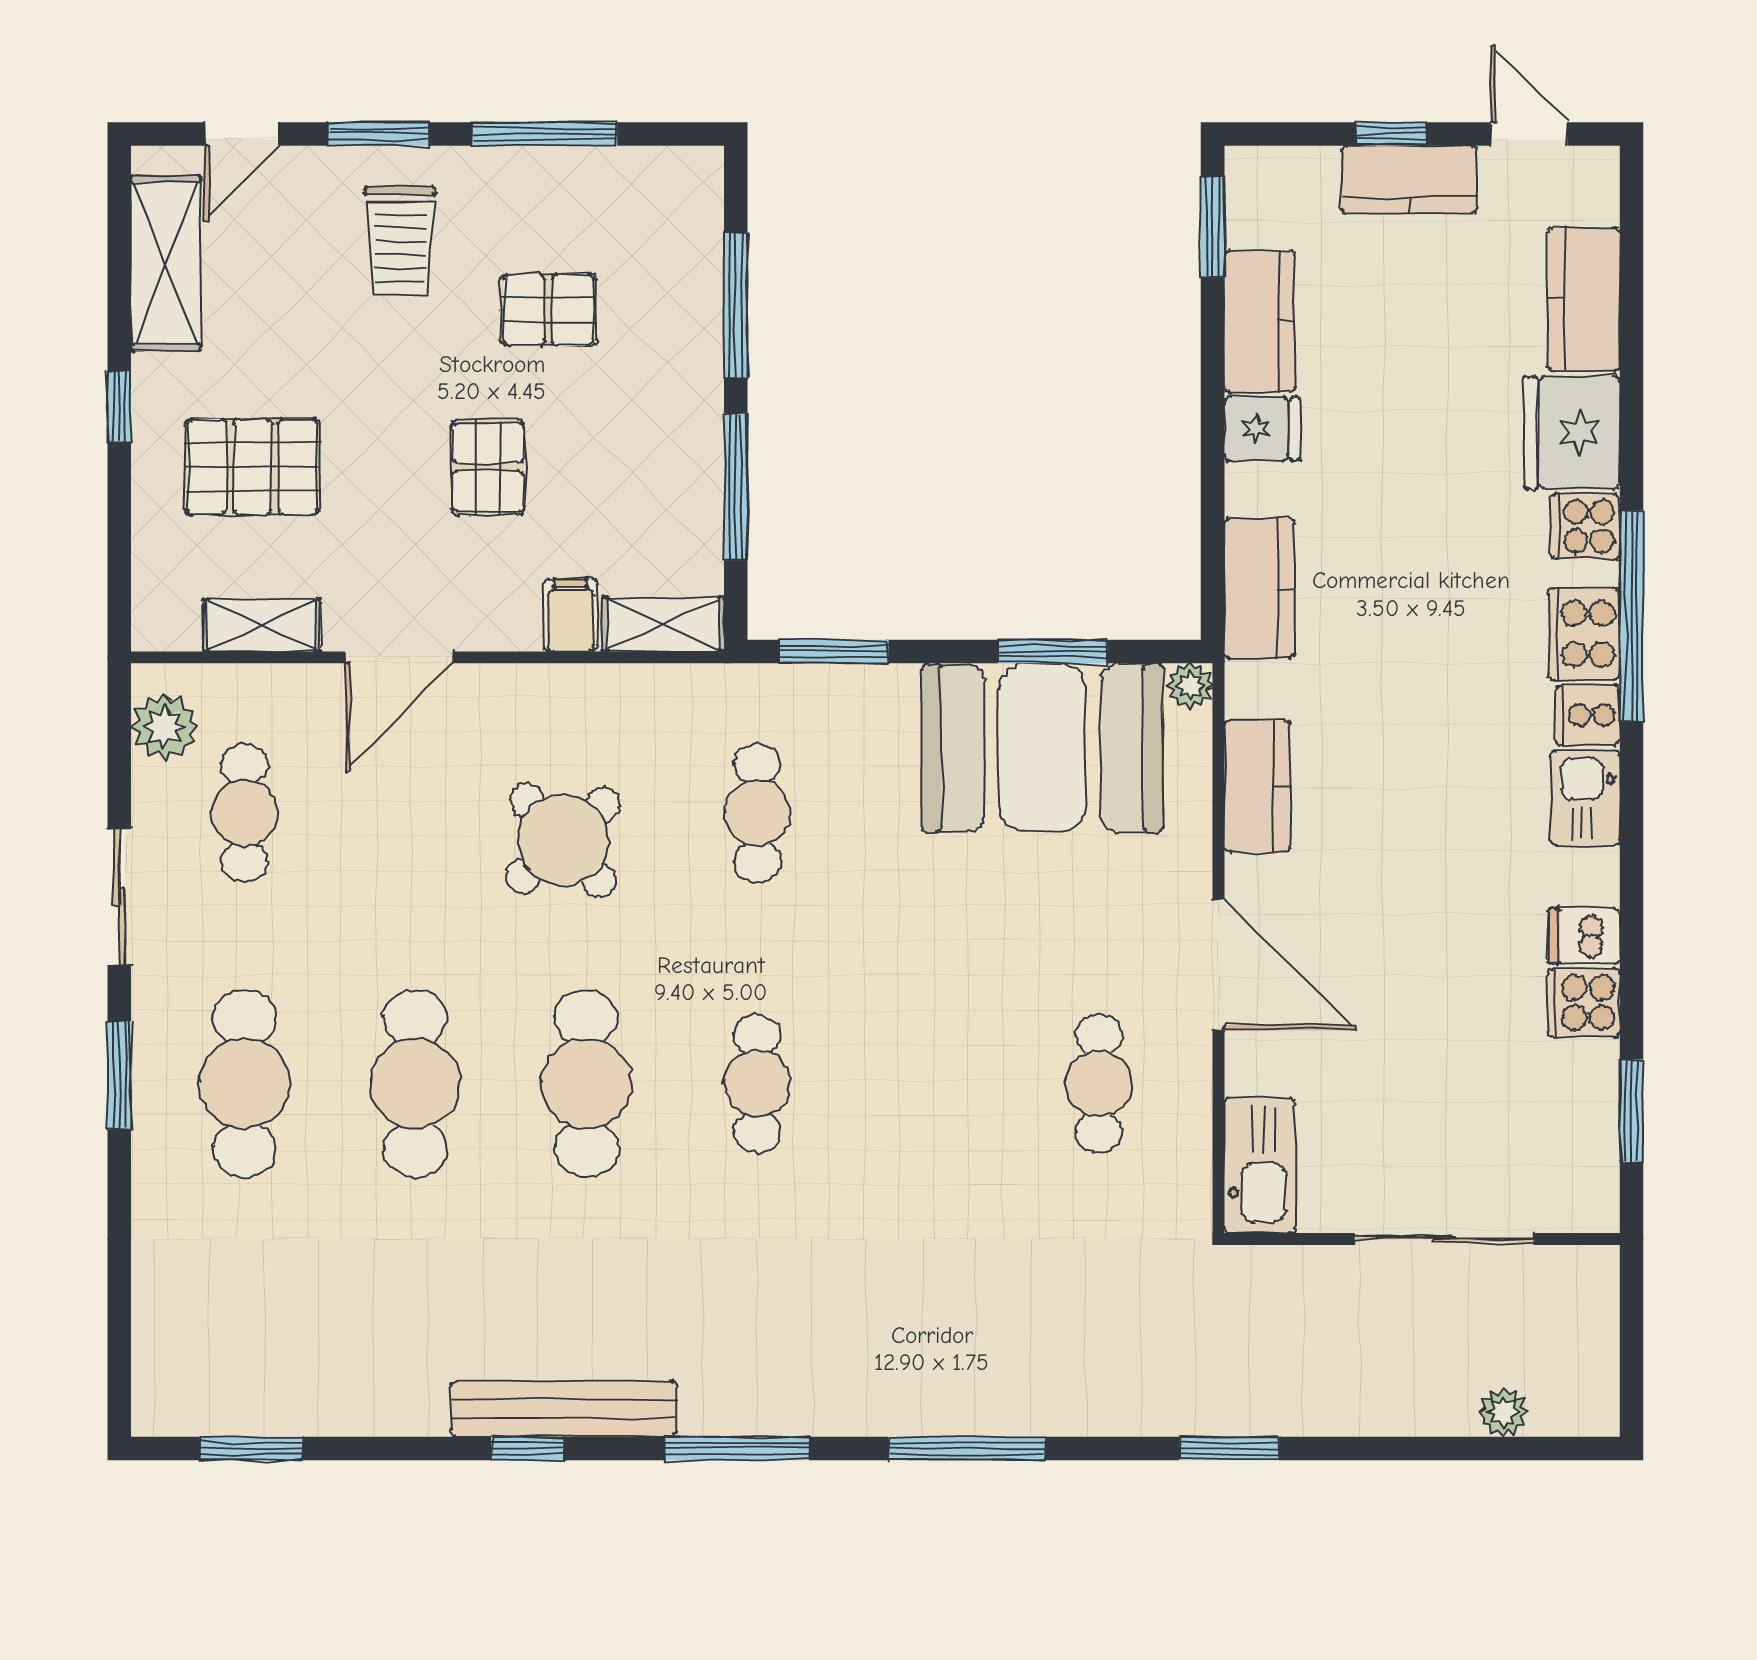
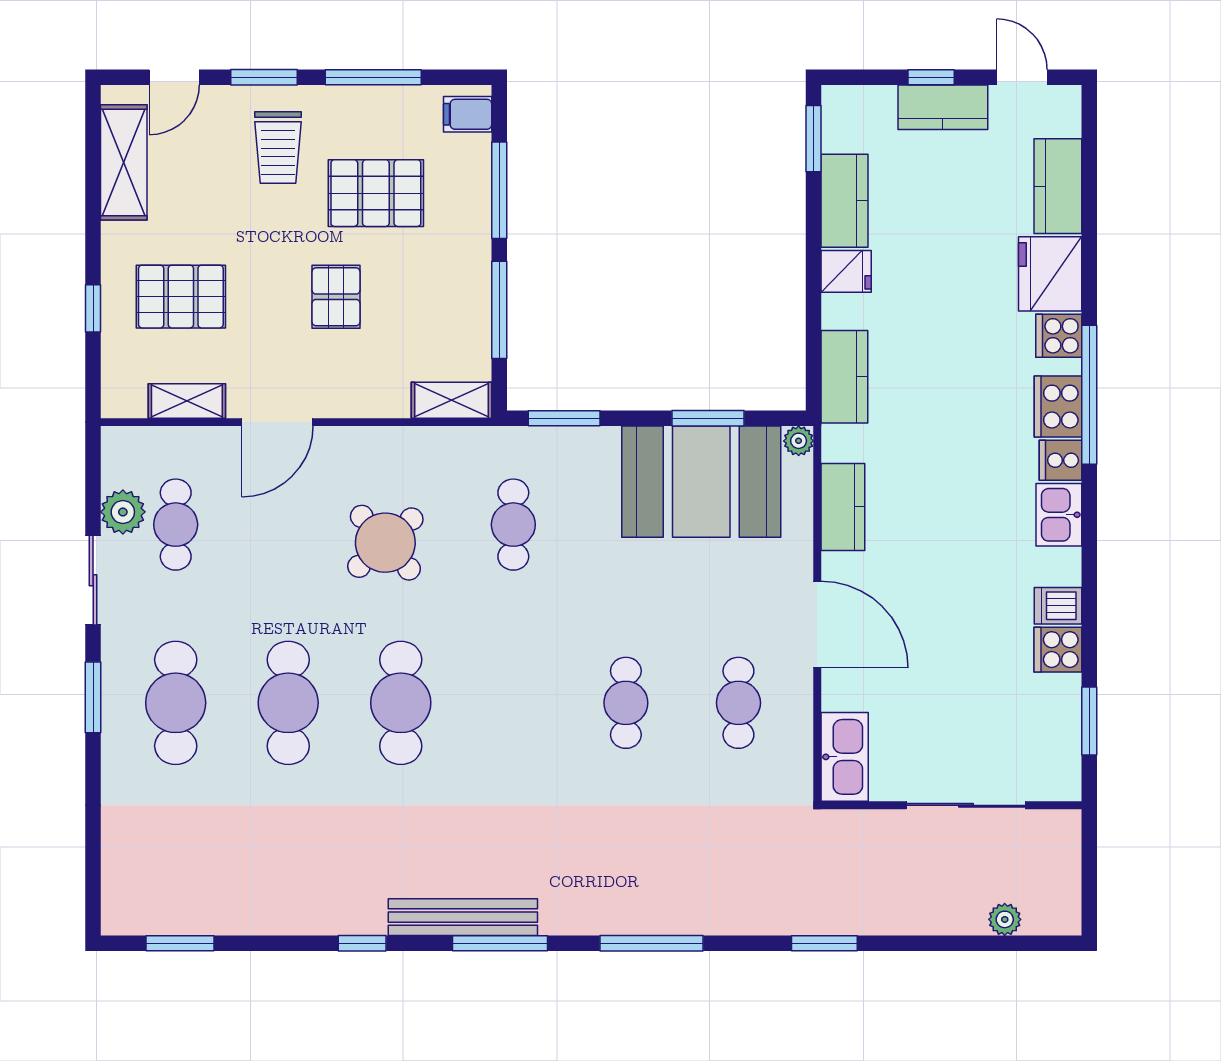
pallet: (548, 310) -> (376, 193), width x1.50, depth x1.42
window: (119, 407) -> (93, 308), moved
filing cabinet: (570, 615) -> (468, 114), moved, turned -90
plant: (164, 727) -> (123, 512), moved
cafe table: (757, 1084) -> (626, 703), moved
bench: (563, 1409) -> (463, 917), moved

